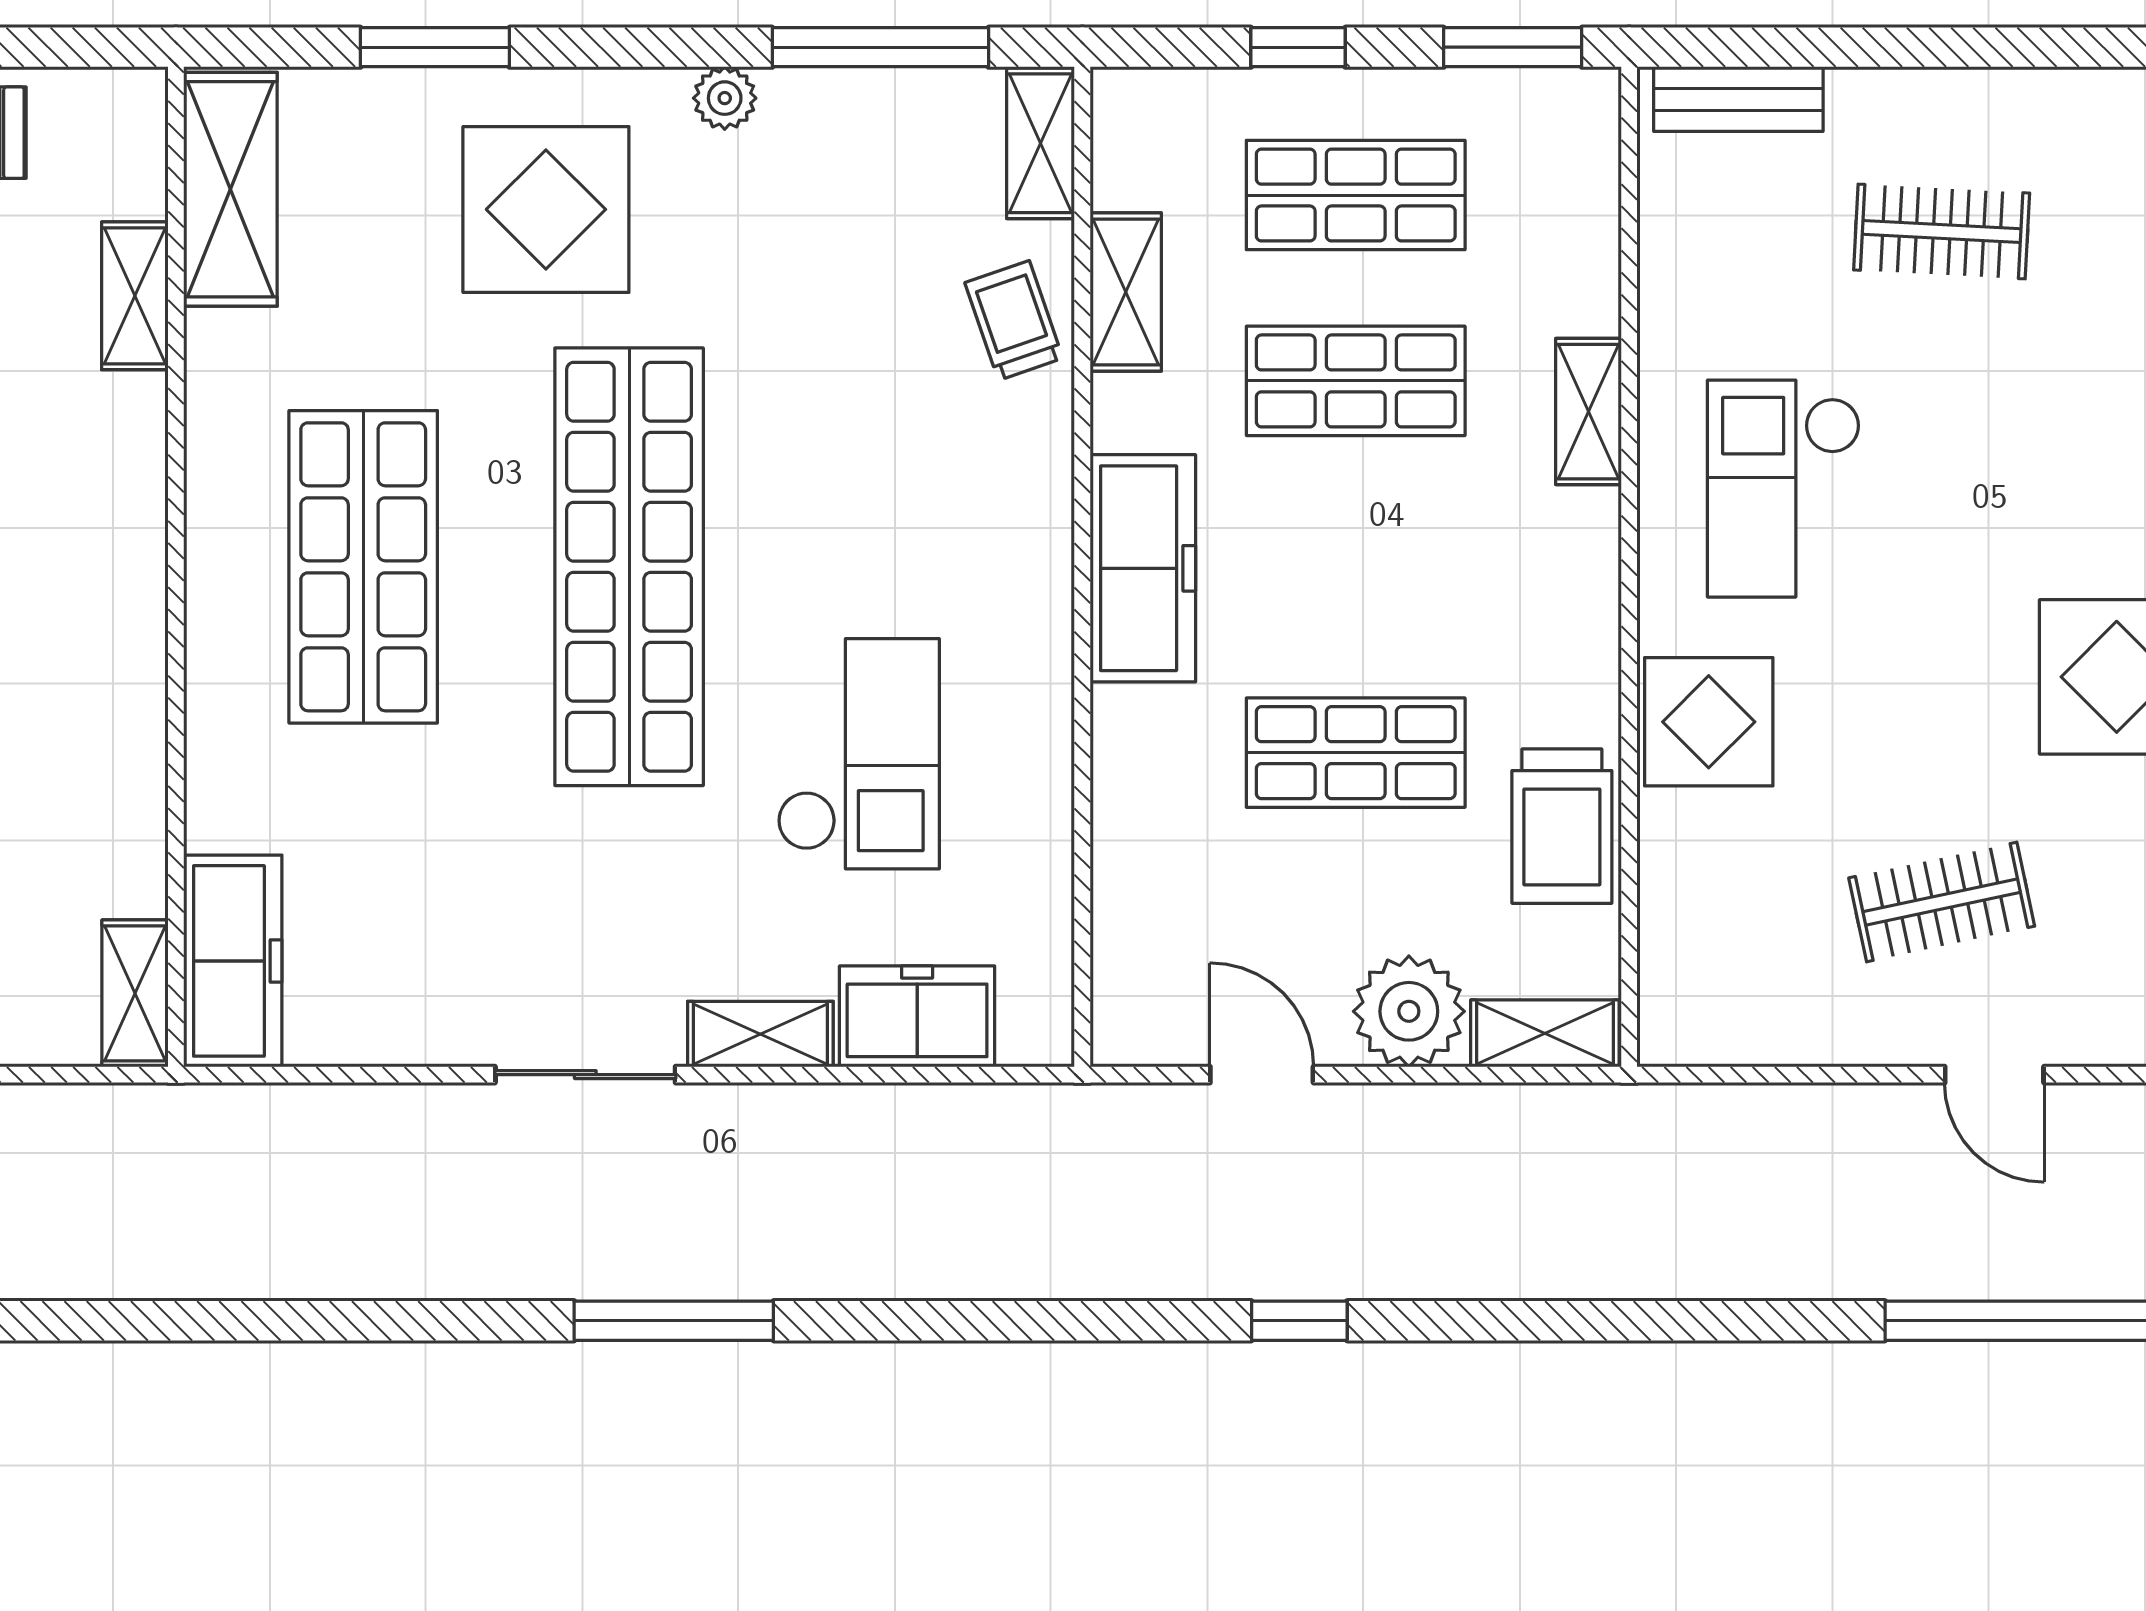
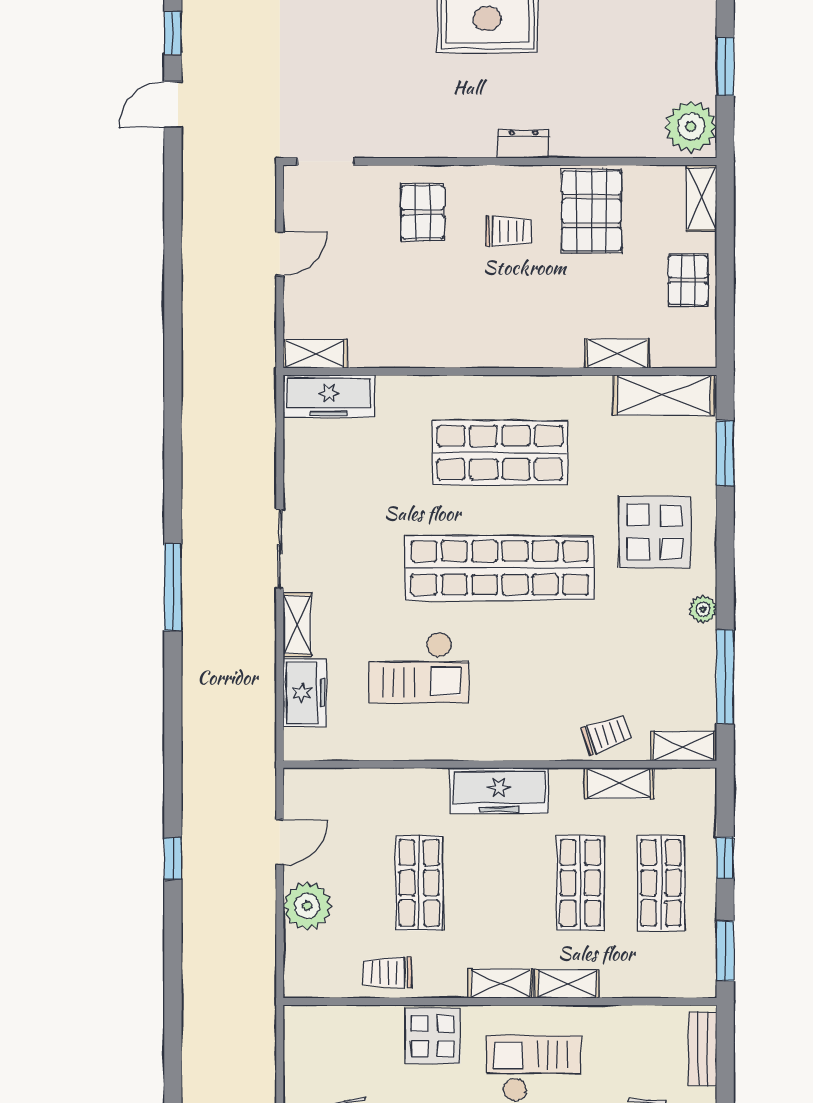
window: (435, 47) -> (725, 453), moved
trolley: (1562, 826) -> (387, 972), width x0.73, depth x0.72
shelving: (1545, 1033) -> (501, 984), moved, turned 90

